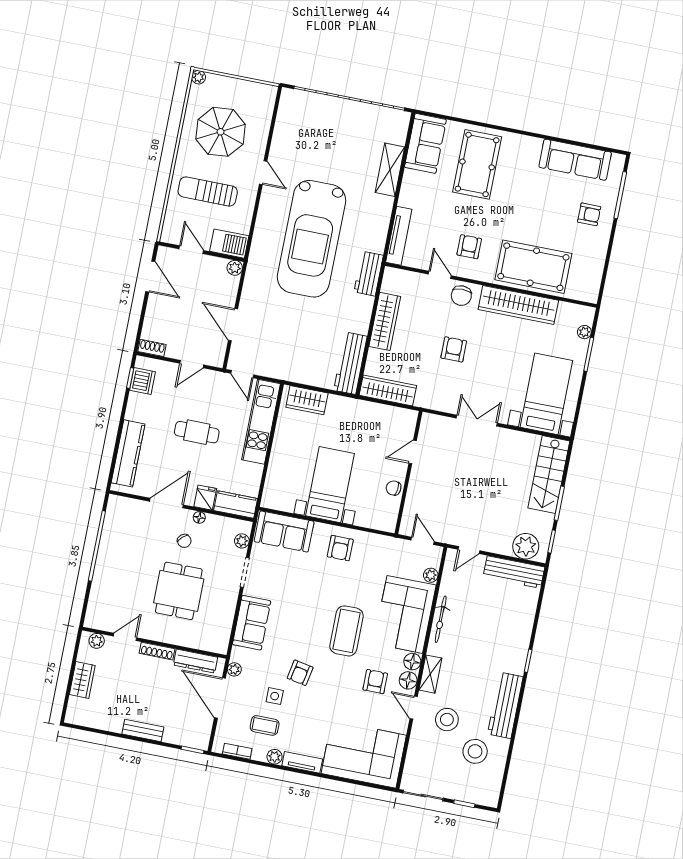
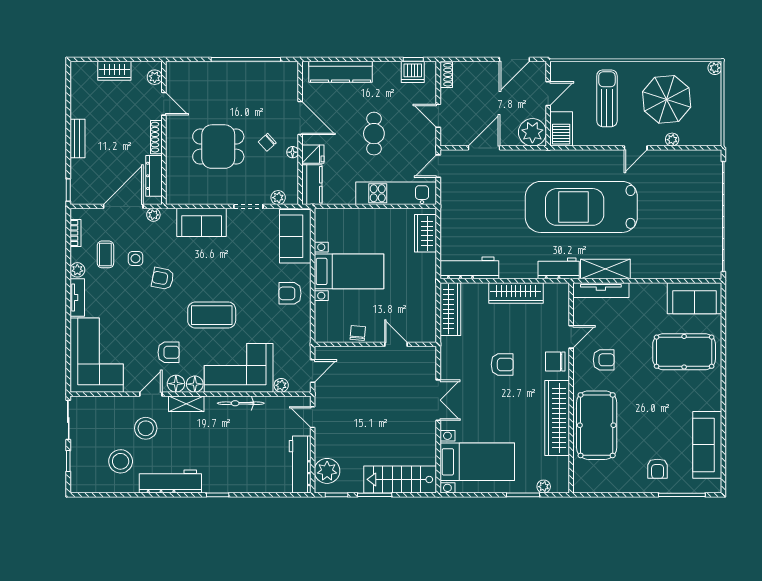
plant: (262, 134) -> (672, 140), added
shelving: (390, 170) -> (605, 269), moved
plant: (235, 268) -> (532, 132), width x1.87, depth x1.87

